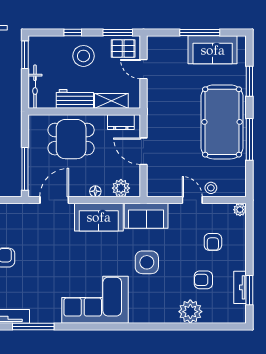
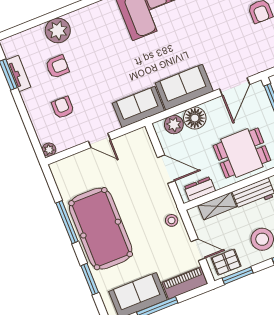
piano: (167, 45) -> (185, 283), added
stool: (211, 188) -> (172, 220), moved
floor lamp: (95, 191) -> (195, 118), width x1.89, depth x1.89
side table: (147, 262) -> (120, 62), removed

